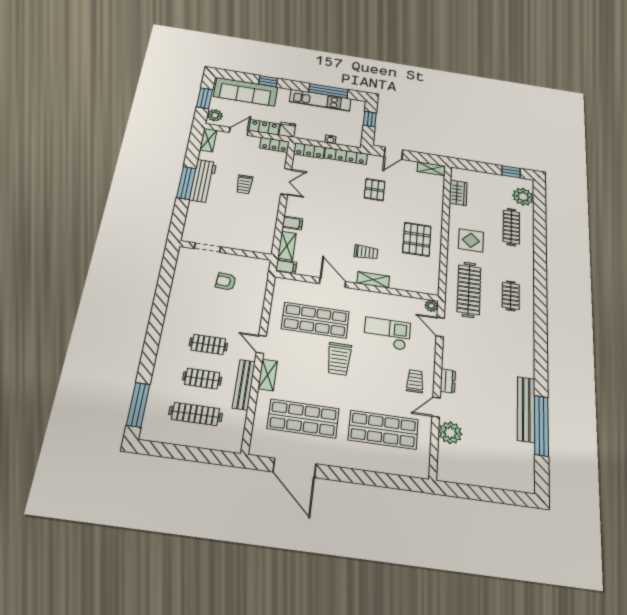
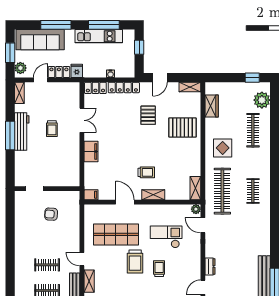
window: (268, 81) -> (56, 25), width x2.17
locker: (274, 145) -> (69, 88), removed
filing cabinet: (293, 223) -> (91, 151), width x2.00
pallet: (417, 239) -> (182, 127), moved, turned 90
shelving: (287, 246) -> (195, 188), moved
trolley: (415, 381) -> (159, 269), moved

